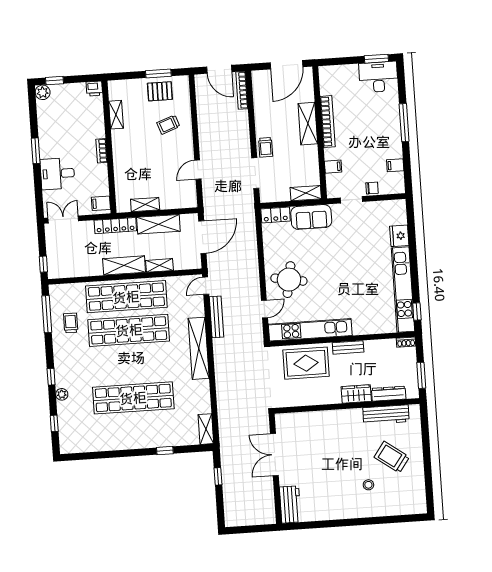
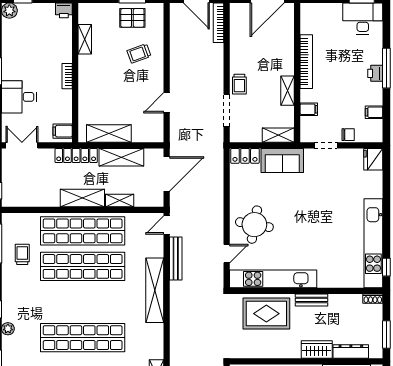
shelving: (308, 124) -> (288, 91), moved, width x0.67, depth x0.75
printer: (394, 128) -> (375, 73), added
shelving: (145, 205) -> (109, 133), width x1.50, depth x1.33
fridge: (399, 236) -> (373, 159), moved

